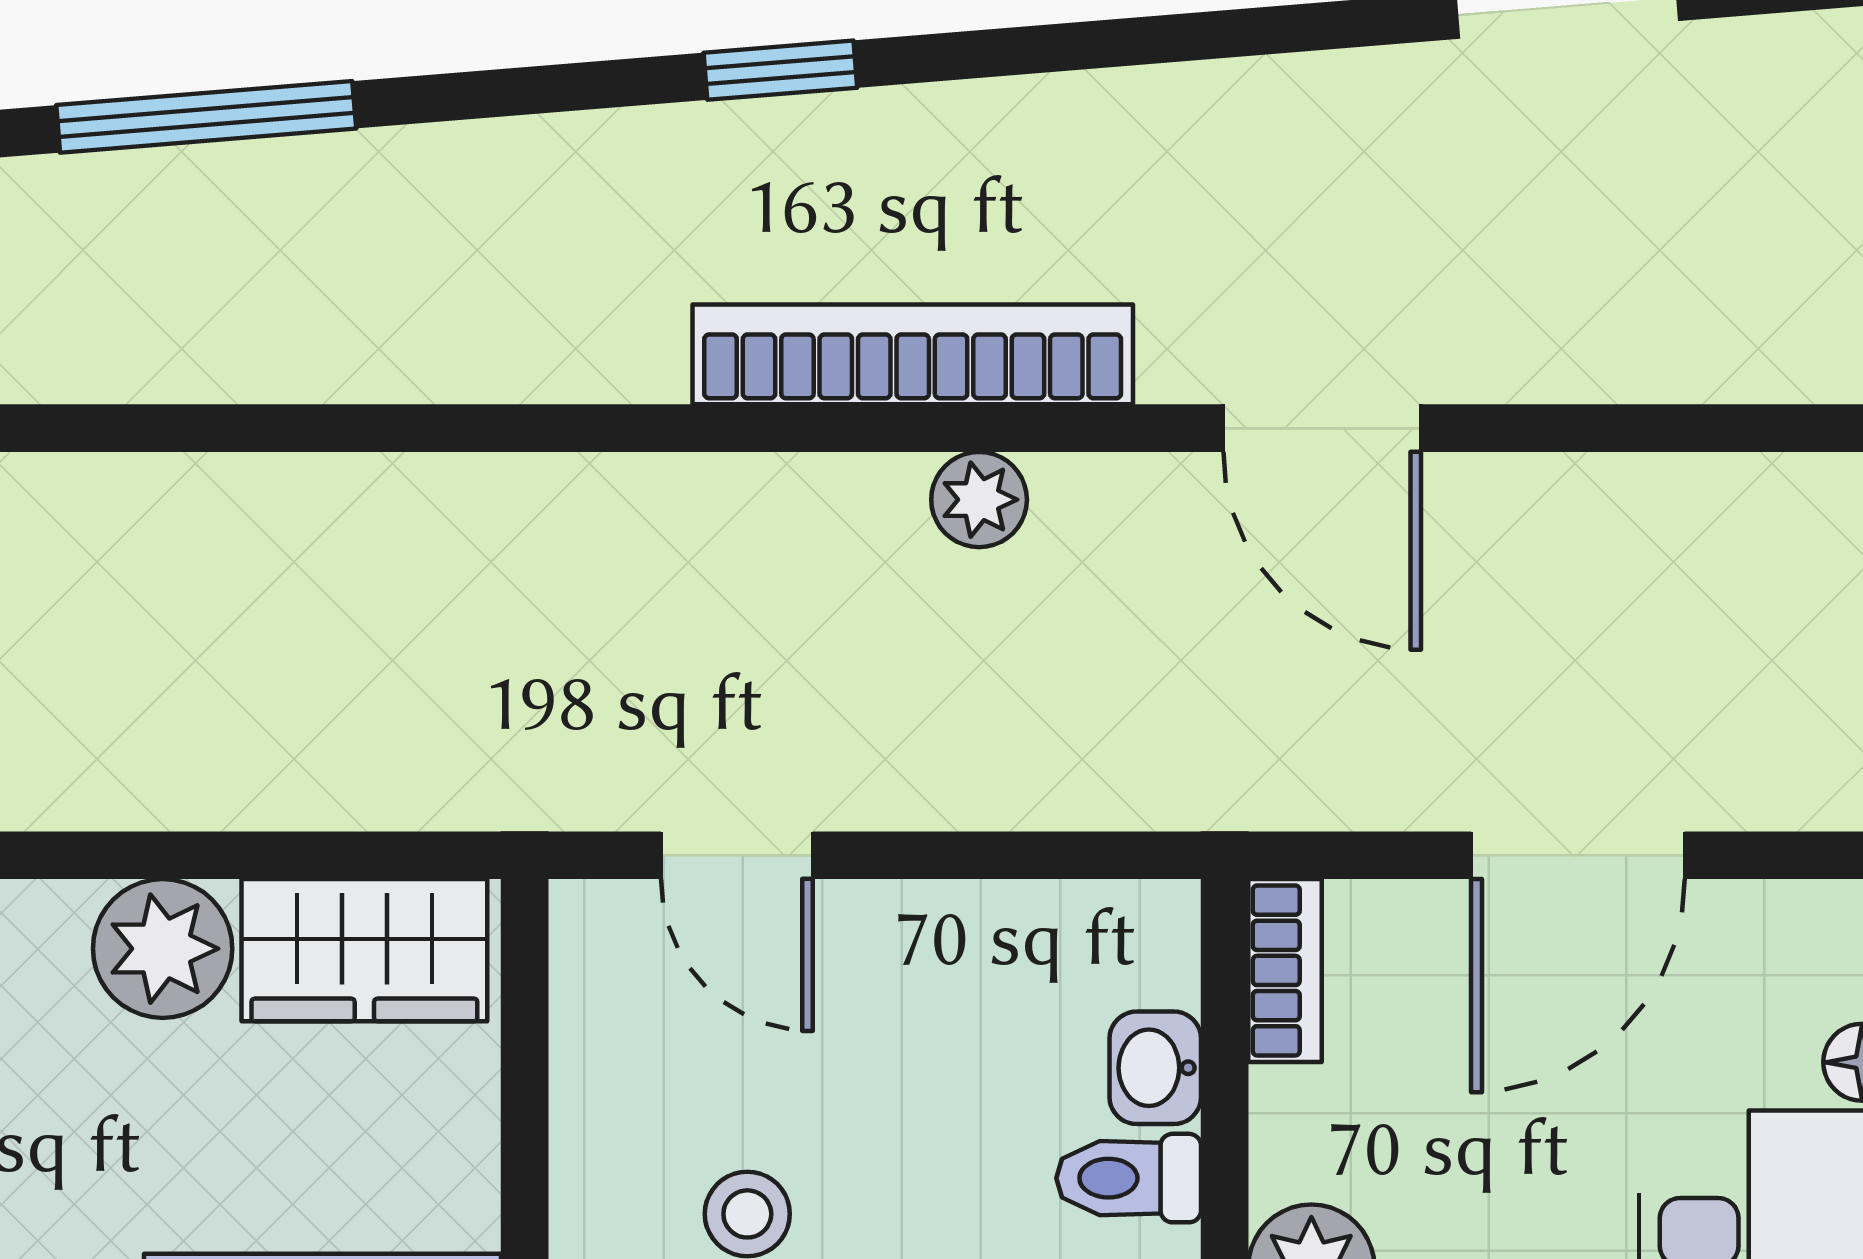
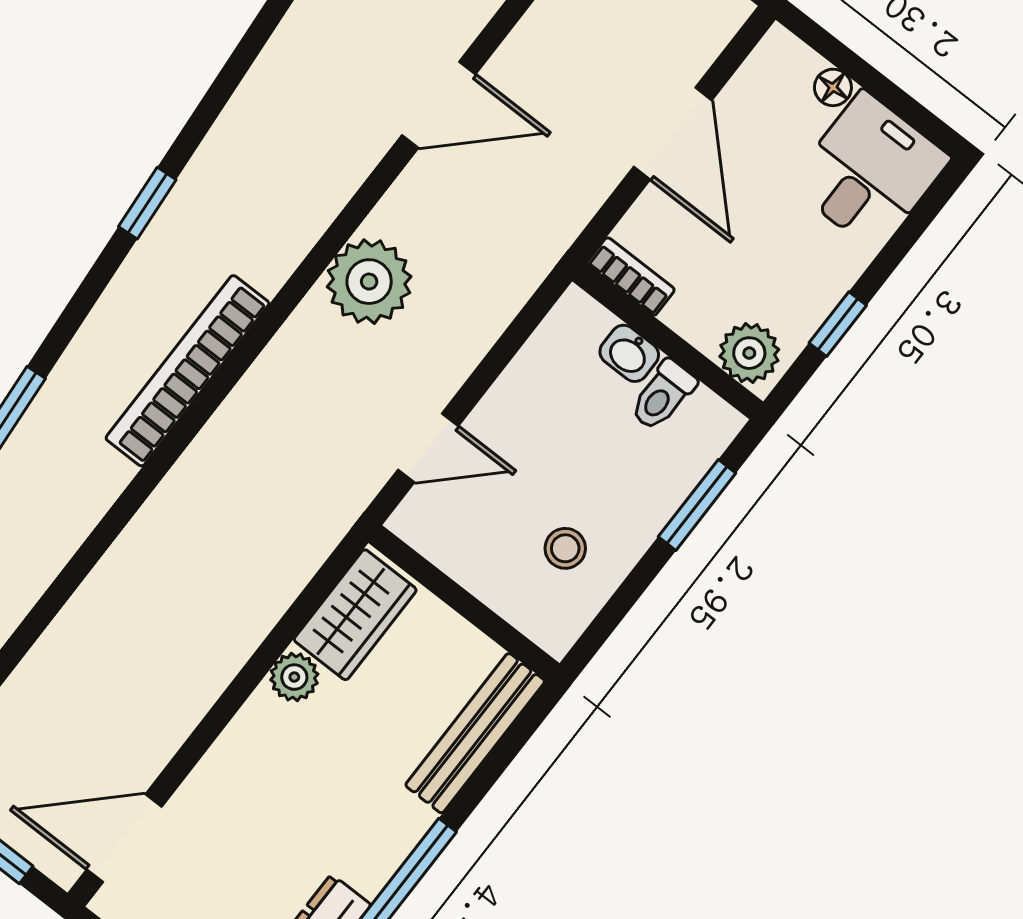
bookcase: (913, 354) -> (187, 371), moved
plant: (979, 500) -> (369, 282), width x1.88, depth x1.88
plant: (163, 949) -> (294, 677), width x0.73, depth x0.73

